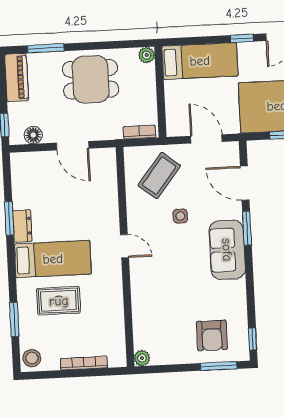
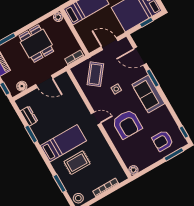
dining table: (91, 79) -> (36, 44), turned 90
dresser: (22, 226) -> (29, 116), moved
armchair: (169, 280) -> (127, 124), added
armchair: (212, 335) -> (163, 141), turned 90

